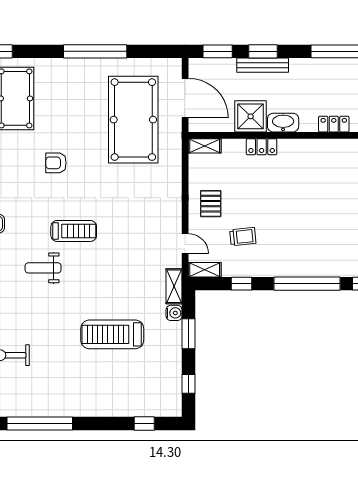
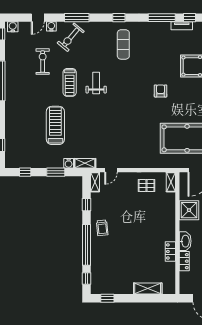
washbasin: (283, 123) -> (185, 241), moved
locker: (262, 147) -> (170, 251), moved
pallet: (211, 204) -> (147, 186), moved
treadmill: (74, 231) -> (70, 82), moved
trolley: (243, 237) -> (102, 228), moved

